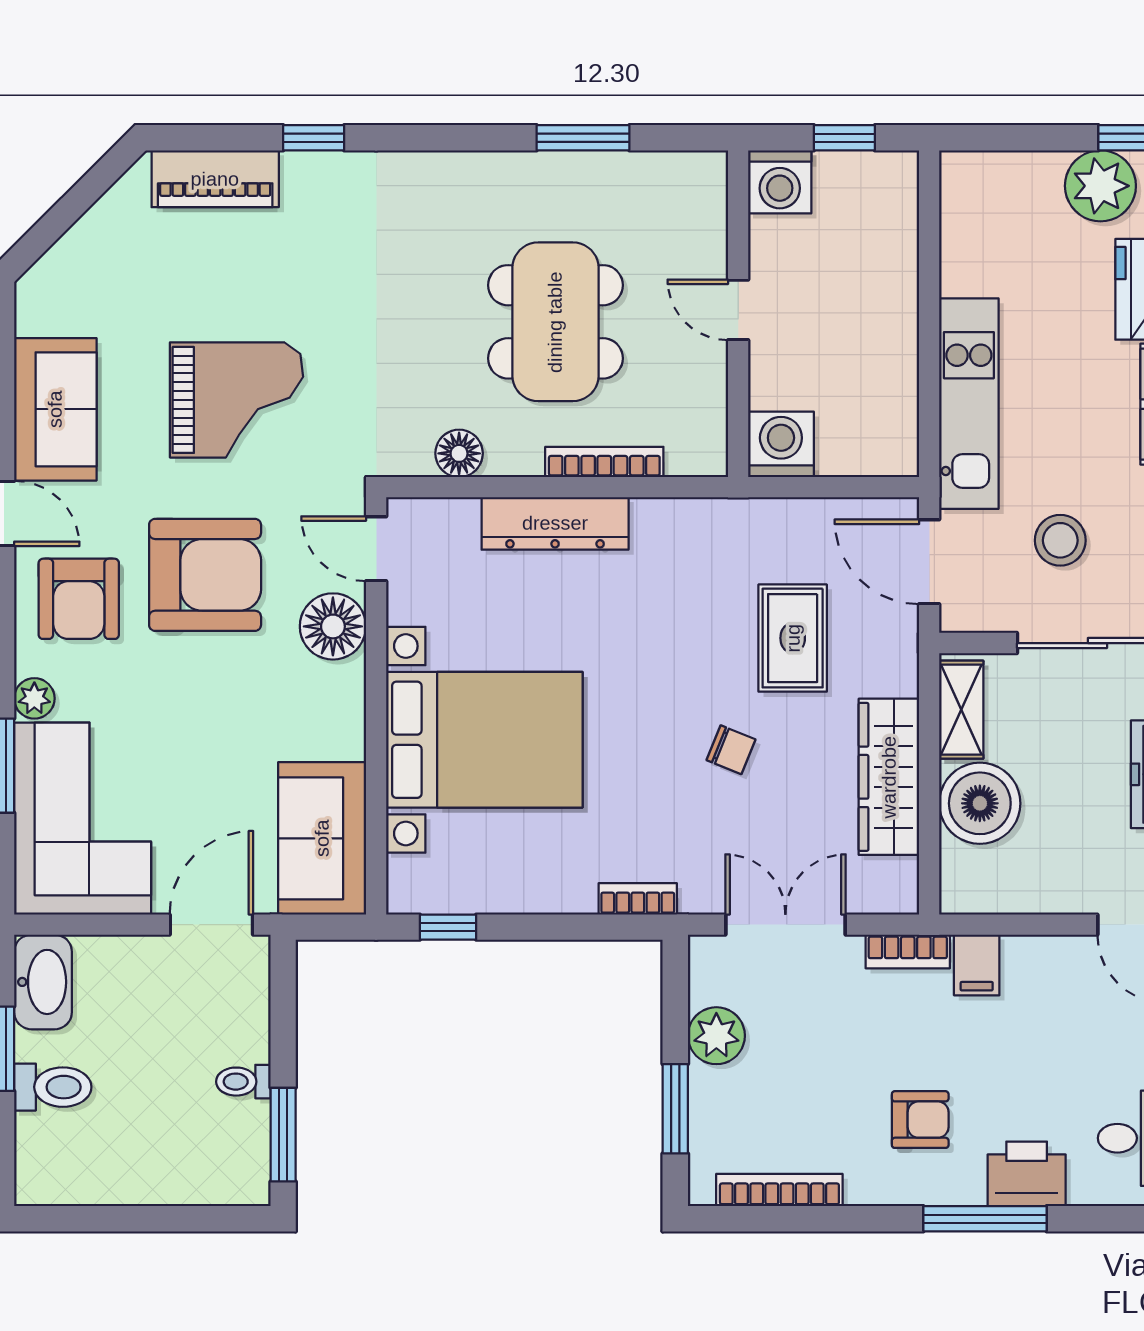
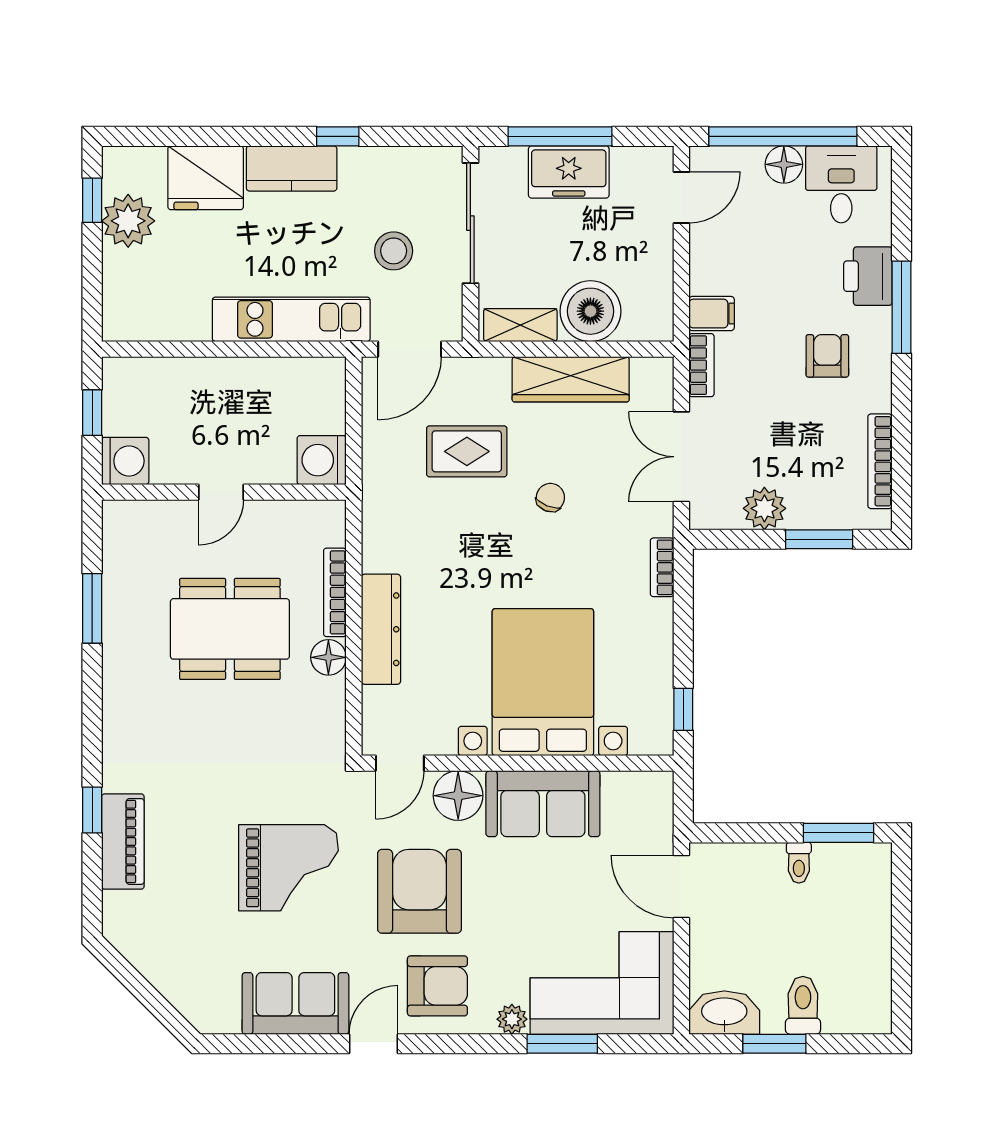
piano: (215, 179) -> (123, 842), moved
grand piano: (237, 400) -> (288, 868), turned 90
floor lamp: (459, 453) -> (328, 657), moved
sofa: (322, 838) -> (543, 804), moved

